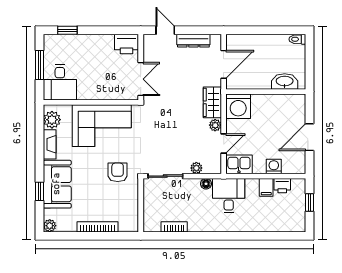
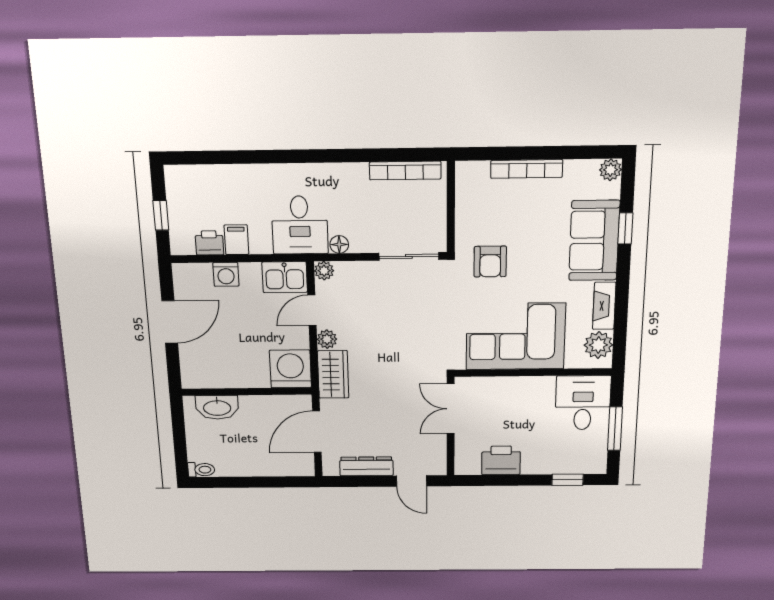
printer: (127, 44) -> (501, 460), moved
plant: (196, 168) -> (324, 271), moved
bookcase: (174, 227) -> (405, 171), width x1.56

